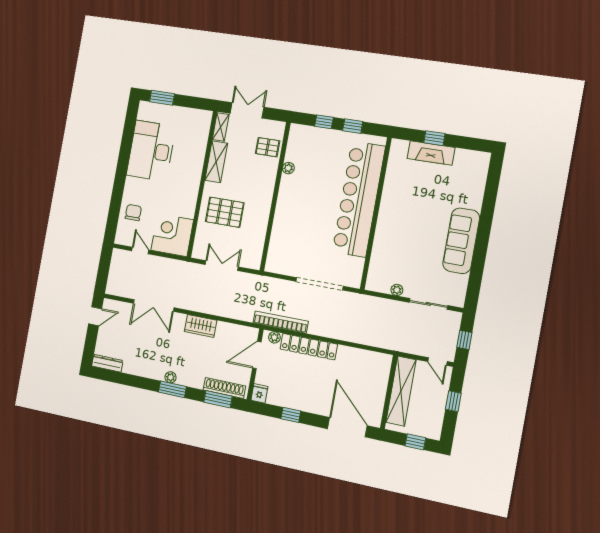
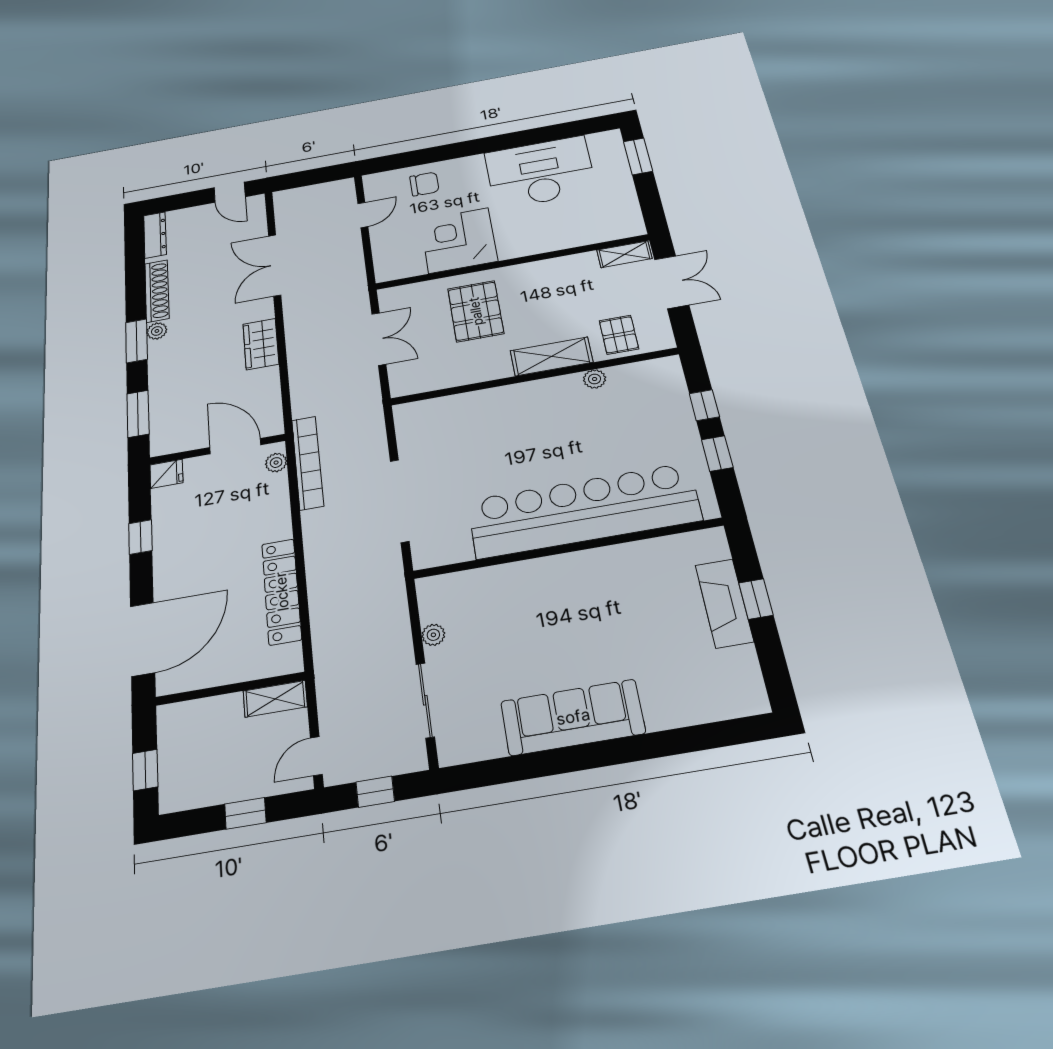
shelving: (216, 162) -> (551, 356), moved
corner desk: (172, 235) -> (459, 240), moved, turned -90
locker: (309, 347) -> (282, 591), moved
shoe rack: (224, 388) -> (157, 291), moved
shelving: (401, 391) -> (275, 699), width x0.45, depth x0.75

